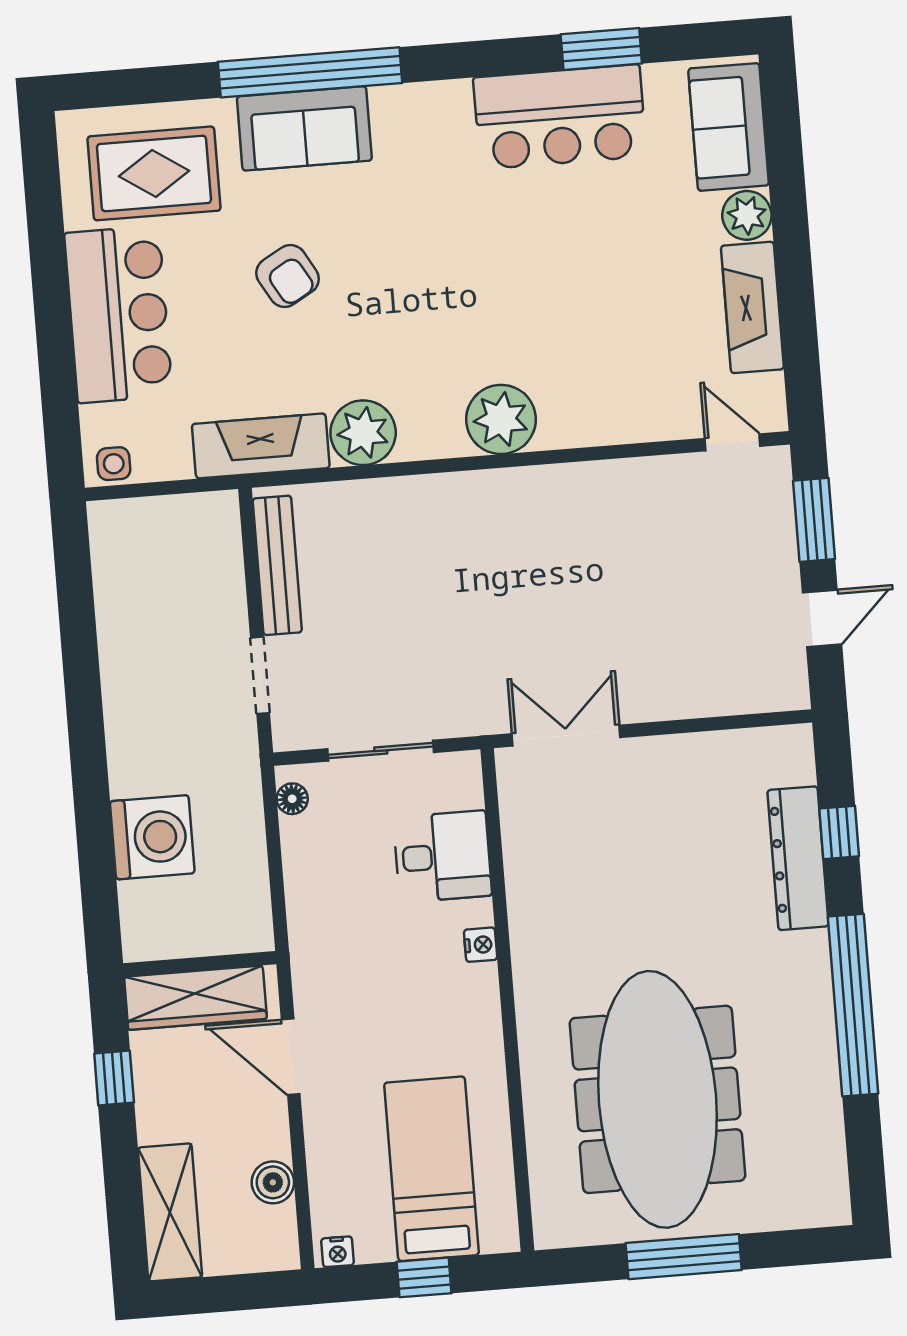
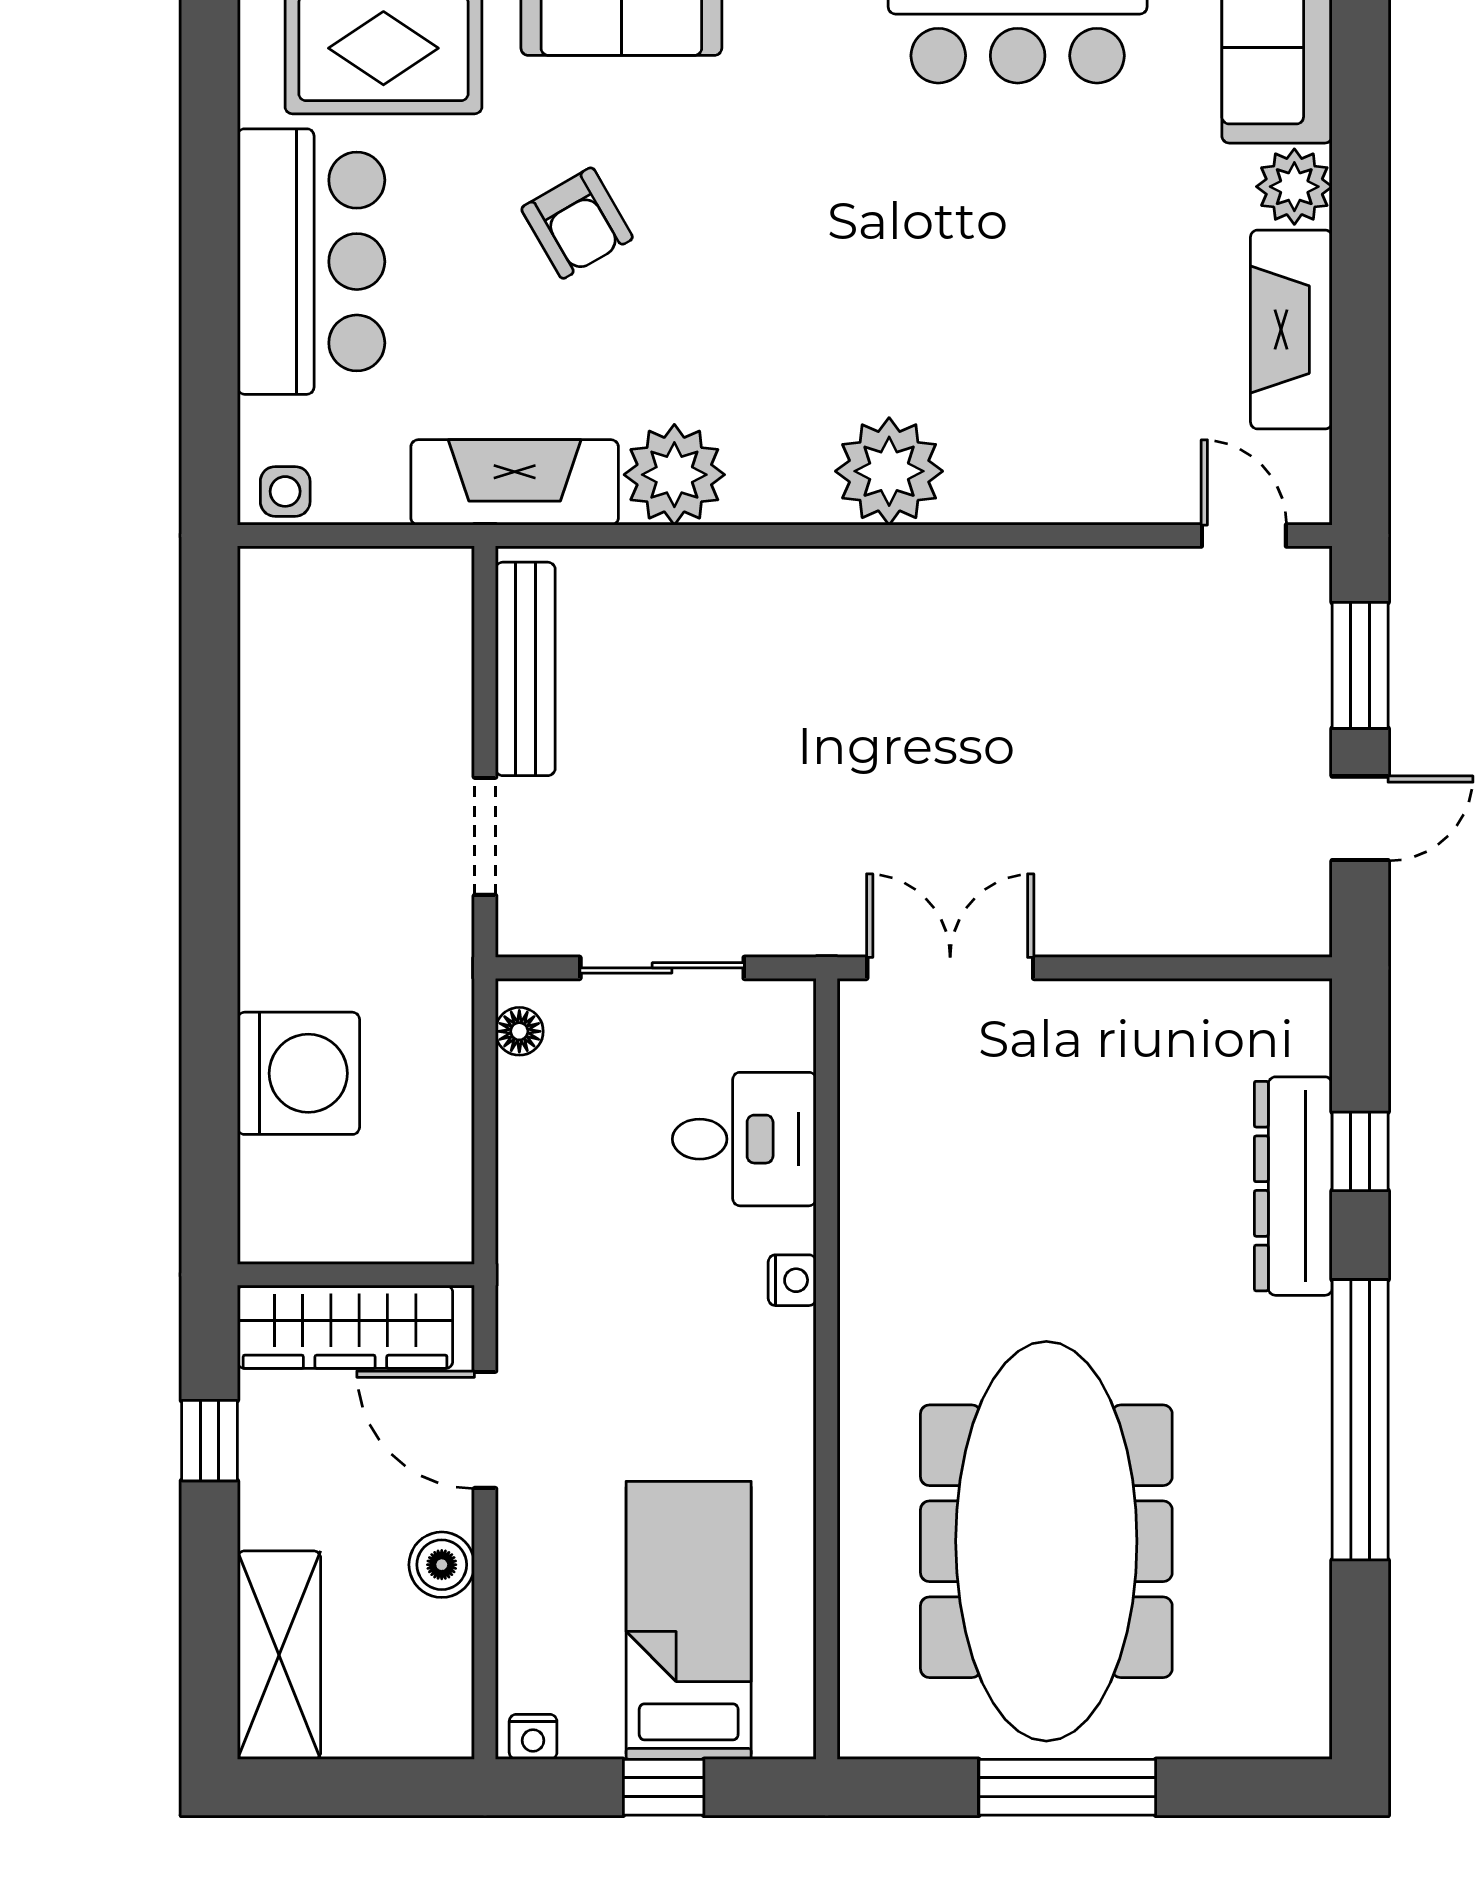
boiler: (273, 1182) -> (442, 1565), moved

